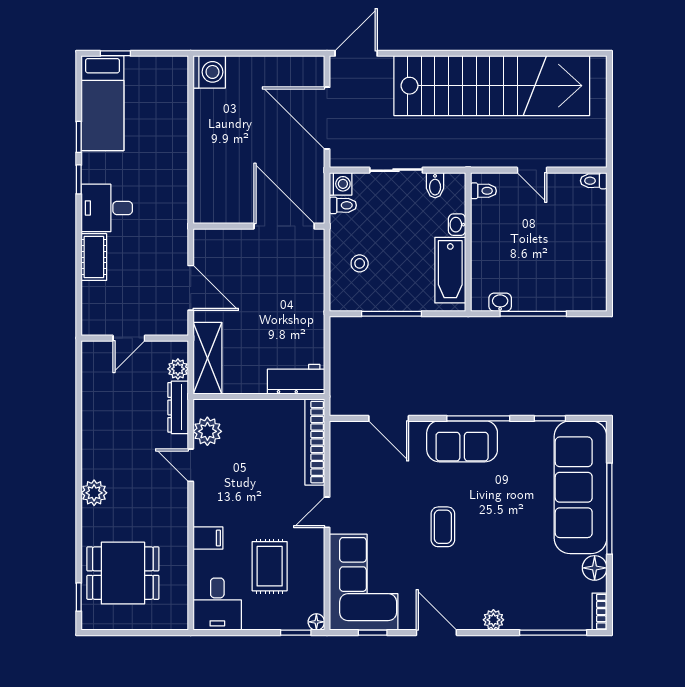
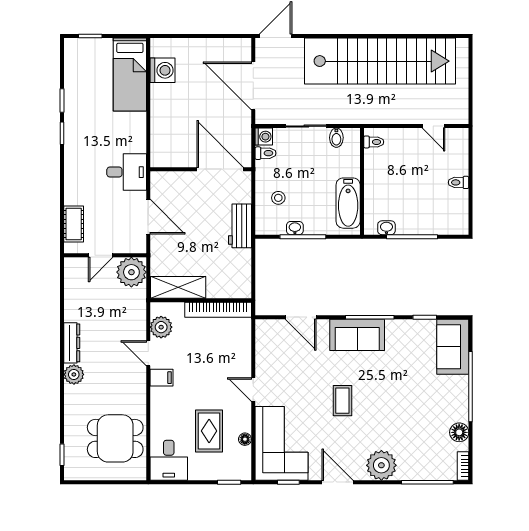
washing machine: (209, 72) -> (163, 70), moved
bed: (103, 103) -> (130, 75), moved
door: (532, 170) -> (434, 126), moved
toilet: (594, 181) -> (459, 182), moved
desk: (107, 208) -> (127, 172), moved, turned 180
washbasin: (457, 225) -> (295, 228), moved, turned 90
cot: (94, 257) -> (74, 224), moved
shelving: (207, 358) -> (178, 287), moved, turned 90
plant: (178, 369) -> (131, 272), width x1.88, depth x1.88
workbench: (296, 379) -> (240, 226), moved, turned -90
dresser: (178, 407) -> (72, 343), moved, turned 180
bookcase: (315, 442) -> (218, 310), moved, turned -90
sofa: (581, 487) -> (453, 347), width x0.54, depth x0.79
door: (327, 512) -> (253, 390), hinge flipped
filing cabinet: (208, 538) -> (162, 378), moved
dining table: (123, 573) -> (115, 438), moved
plant: (493, 620) -> (381, 465), width x1.87, depth x1.87
floor lamp: (316, 622) -> (245, 439), moved

